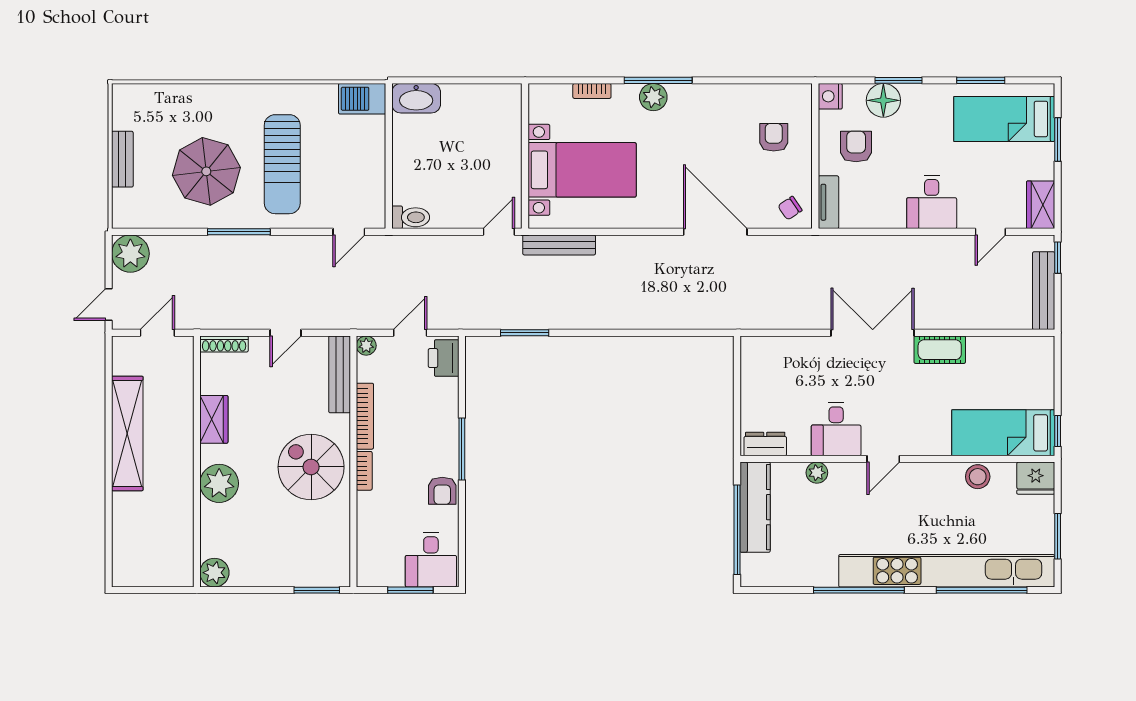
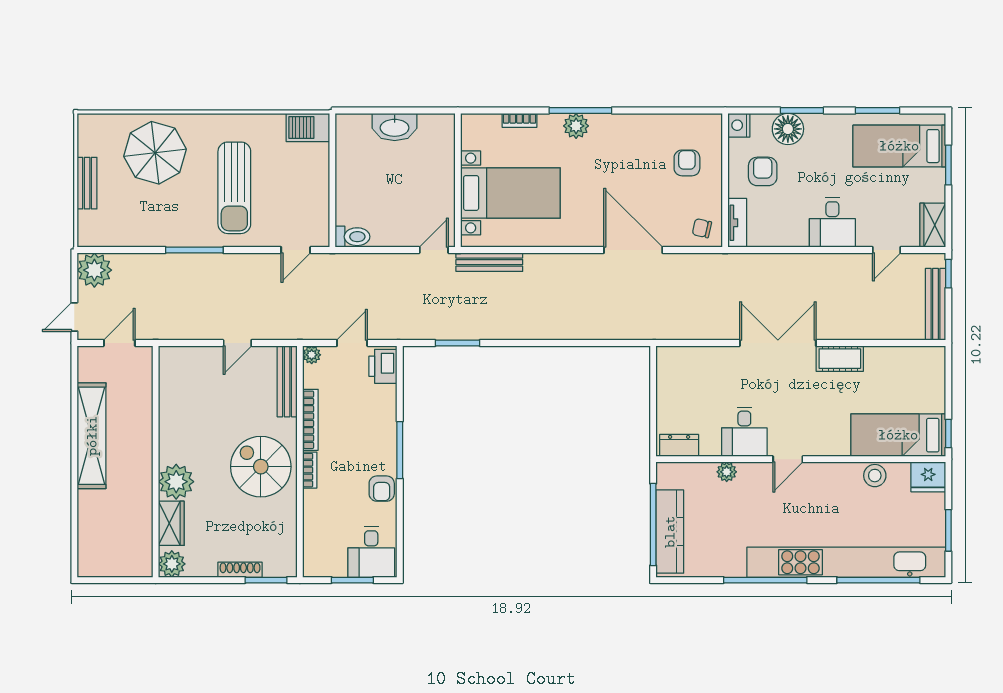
washbasin: (416, 98) -> (395, 127), moved
parasol: (206, 171) -> (155, 153), moved
chair: (790, 208) -> (702, 228), turned 46
shoe rack: (224, 344) -> (240, 570), moved, turned 180
wardrobe: (214, 419) -> (171, 523), moved
kitchen counter: (755, 507) -> (670, 532), moved

